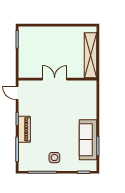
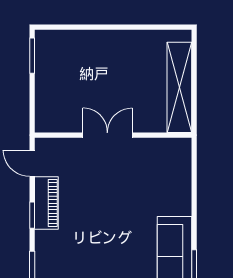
piano: (24, 129) -> (46, 203), moved

